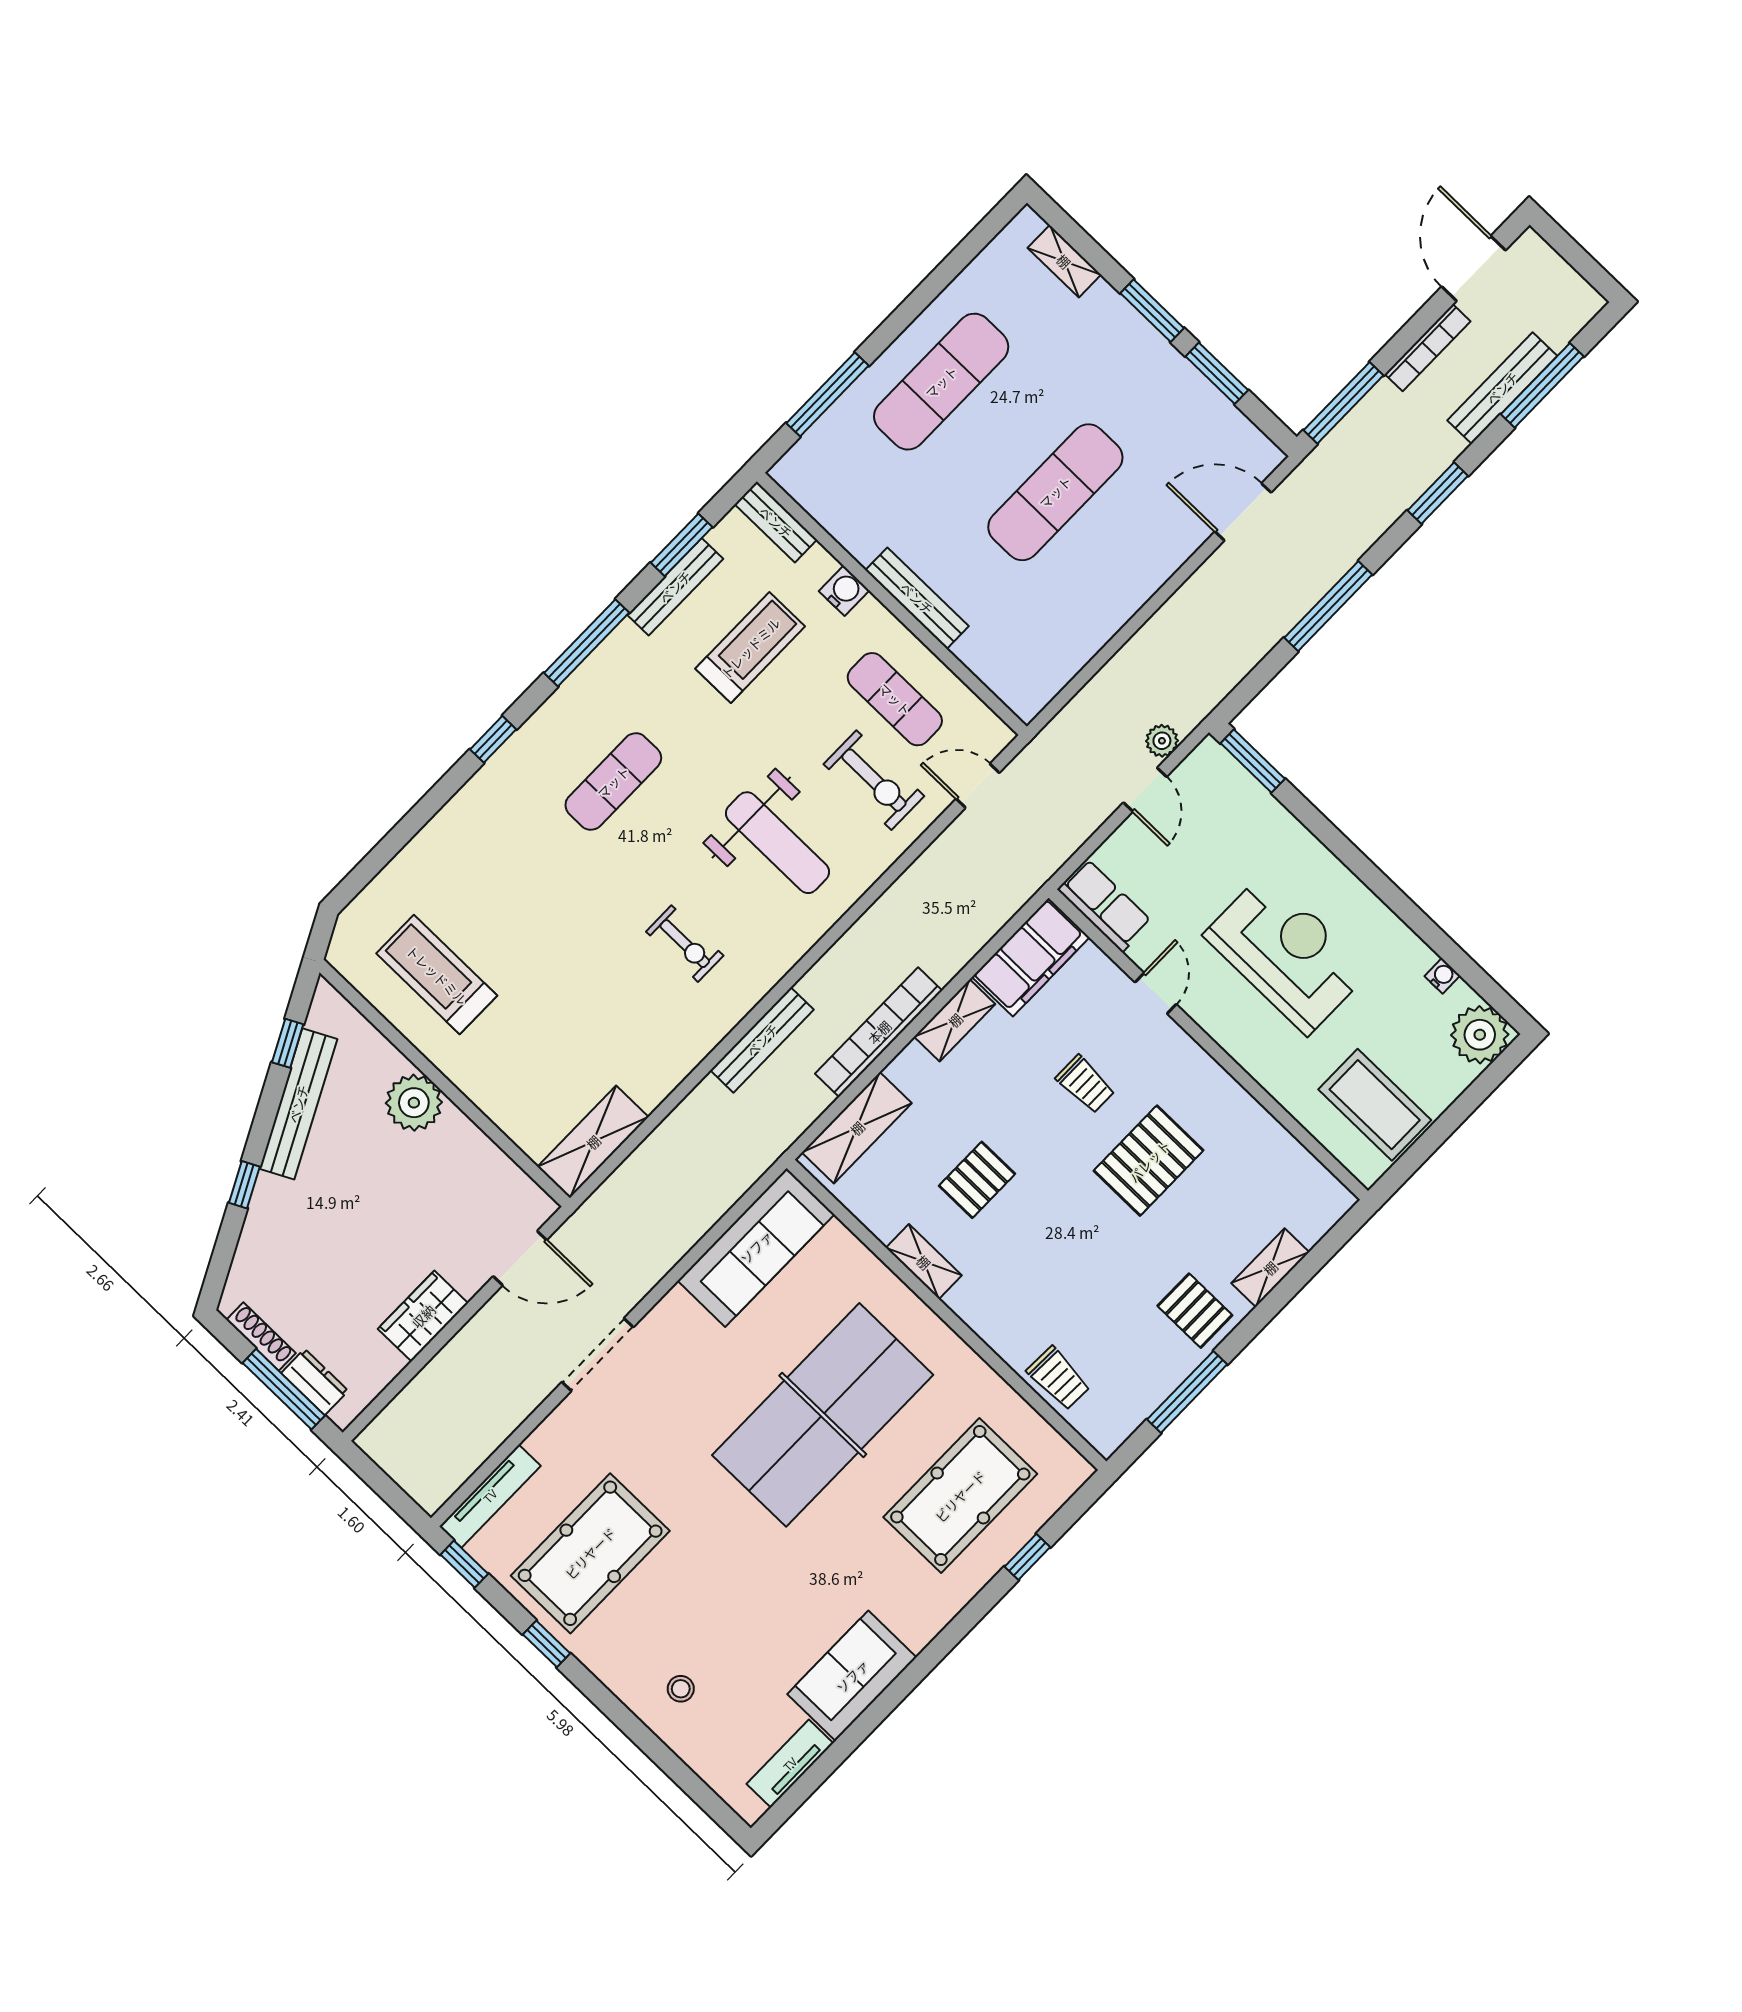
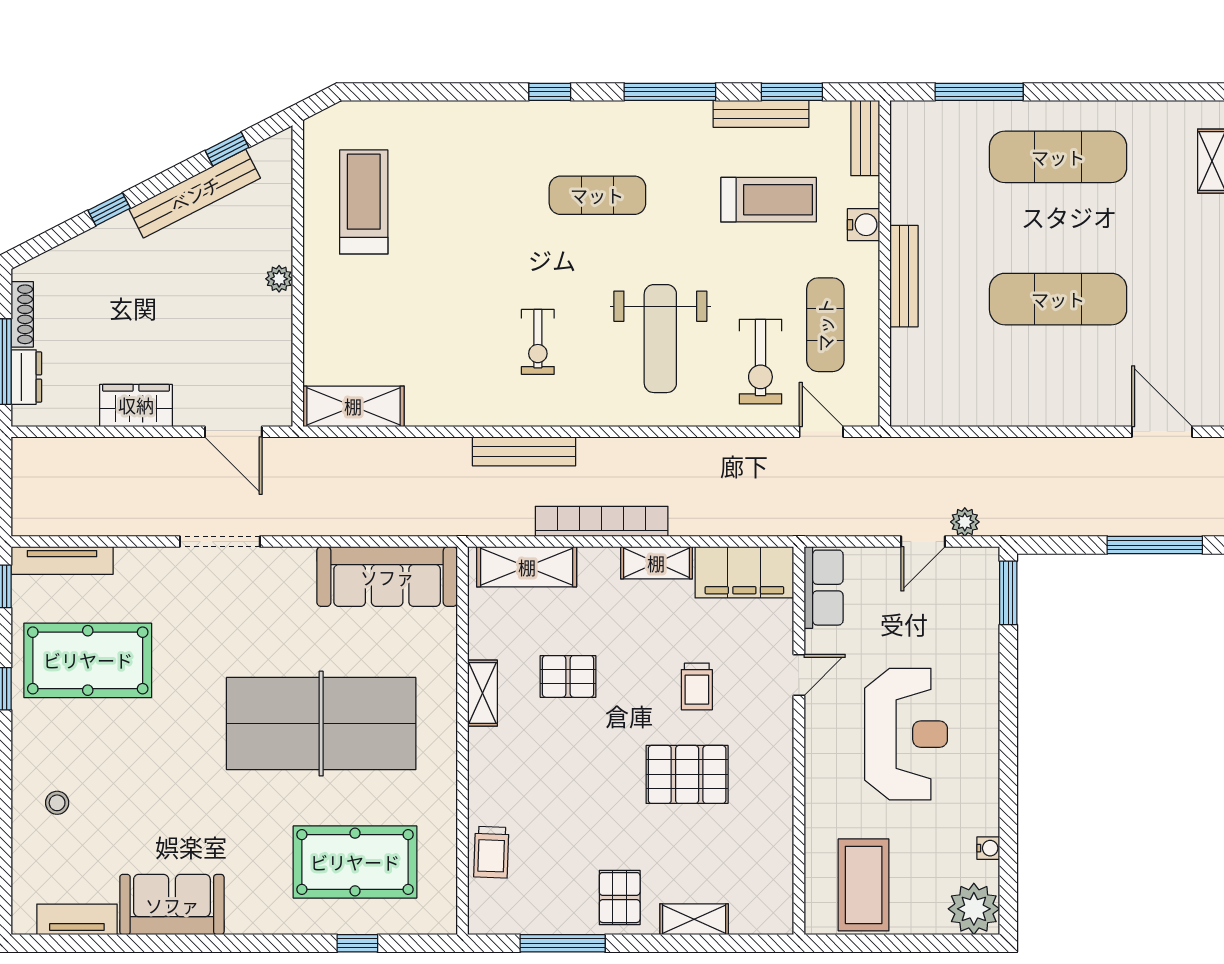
plant: (414, 1103) -> (279, 279), width x0.53, depth x0.53

